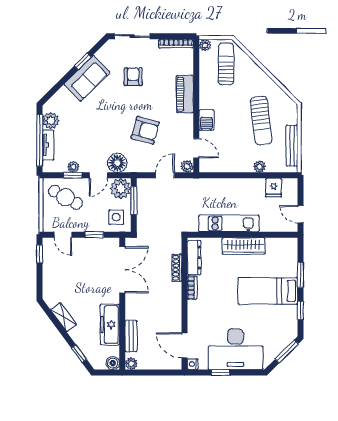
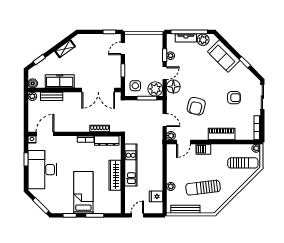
sofa: (87, 78) -> (224, 56), moved
door: (98, 175) -> (165, 73), swing flipped
cafe table: (65, 197) -> (149, 50), removed

